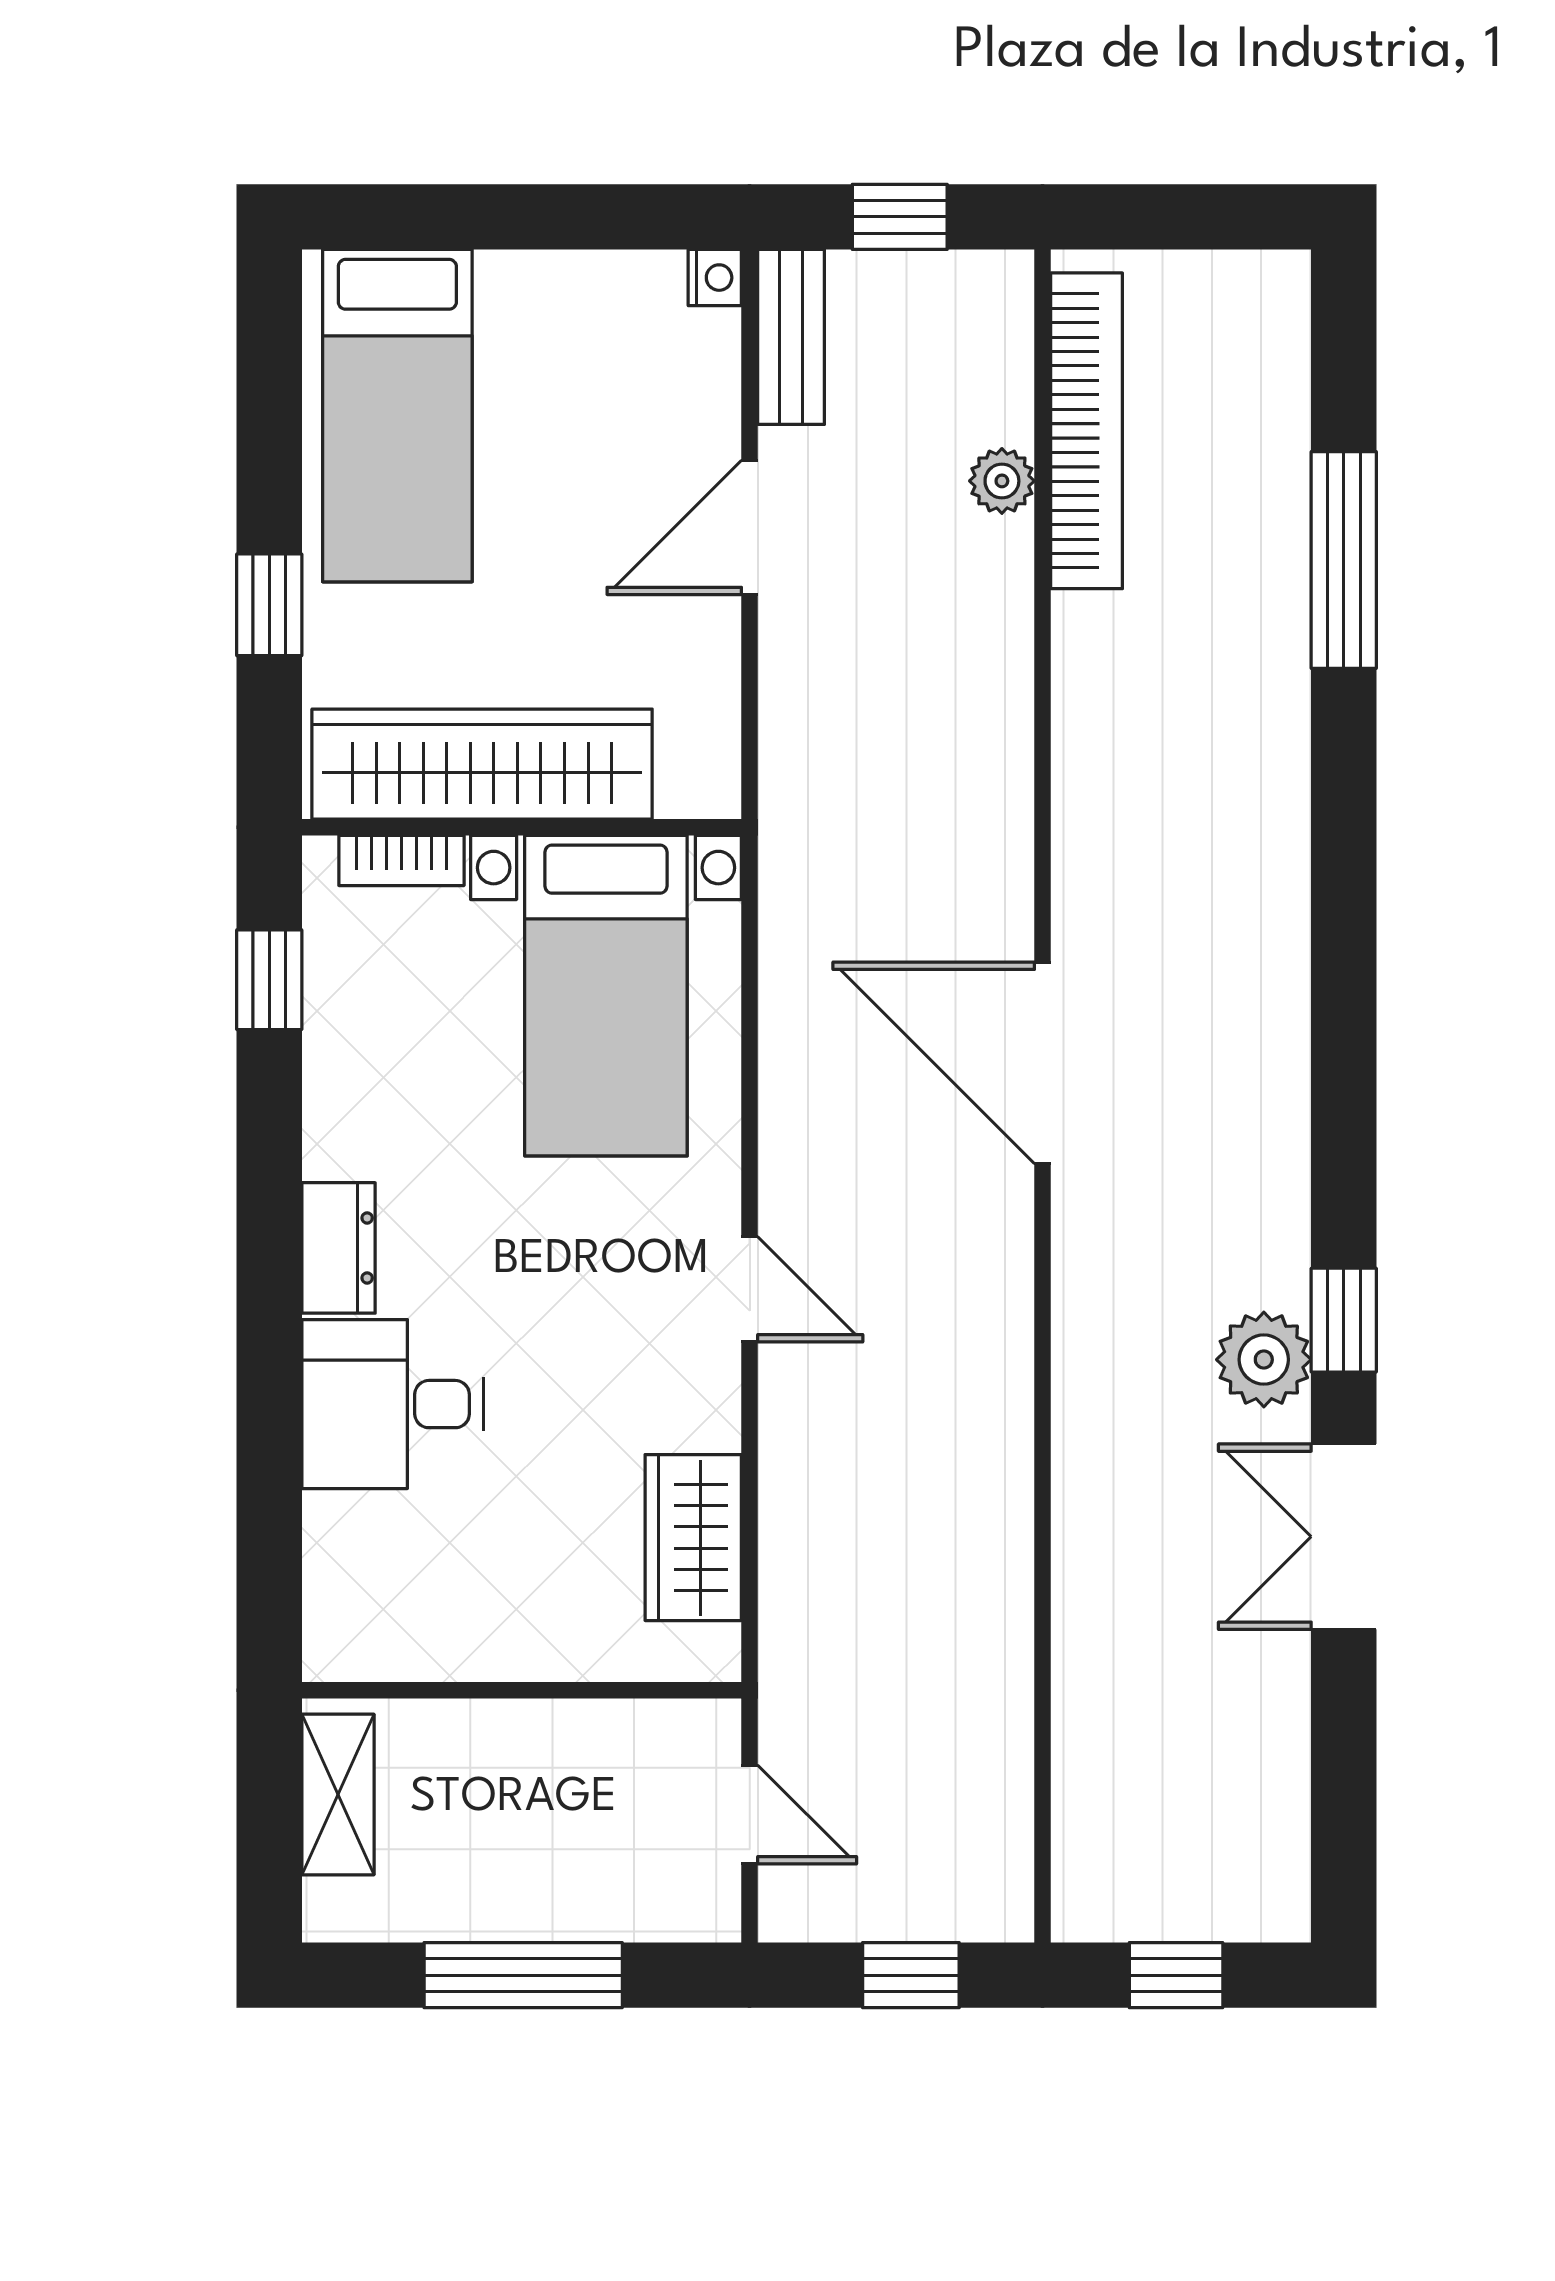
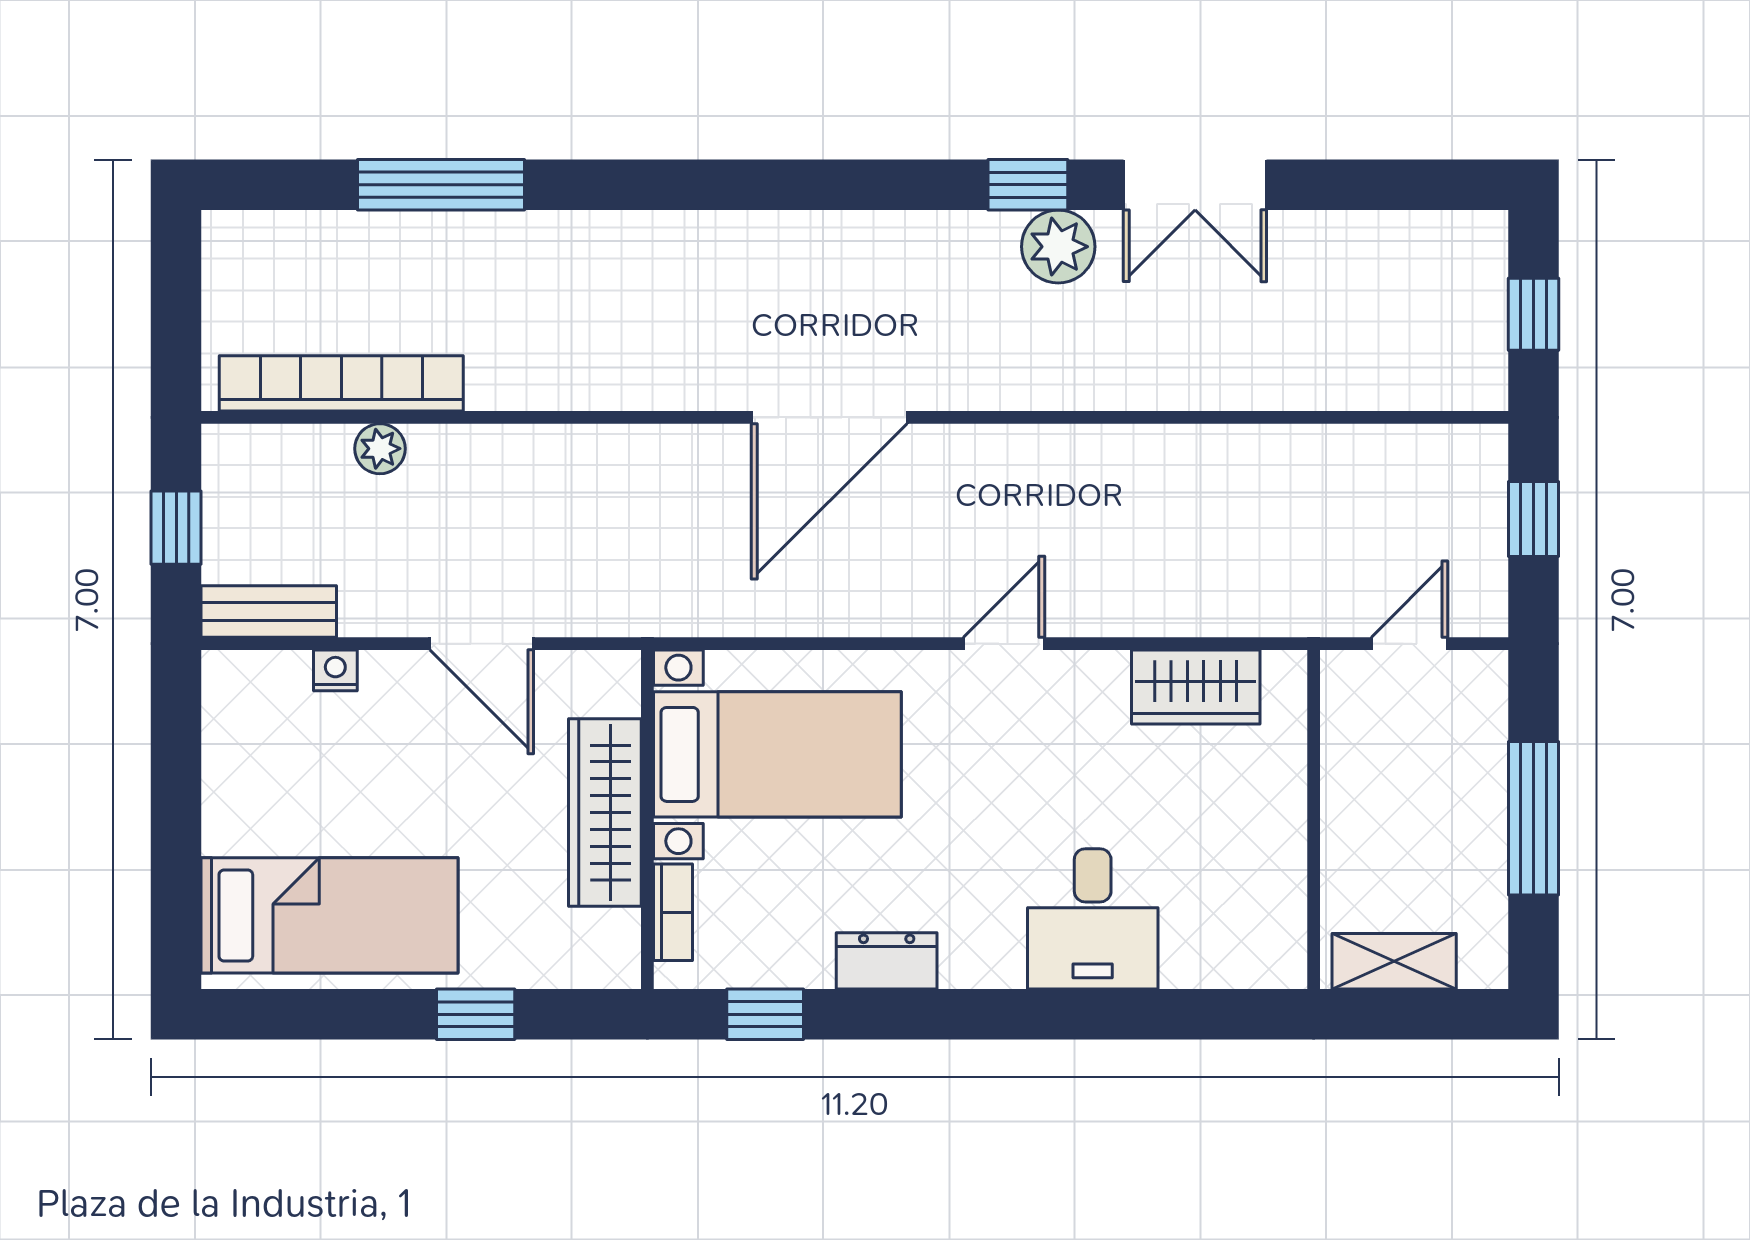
nightstand: (715, 278) -> (335, 670), moved
door: (750, 527) -> (482, 644), moved
wardrobe: (482, 764) -> (605, 813), width x0.71, depth x0.85
dresser: (339, 1248) -> (887, 961), moved

